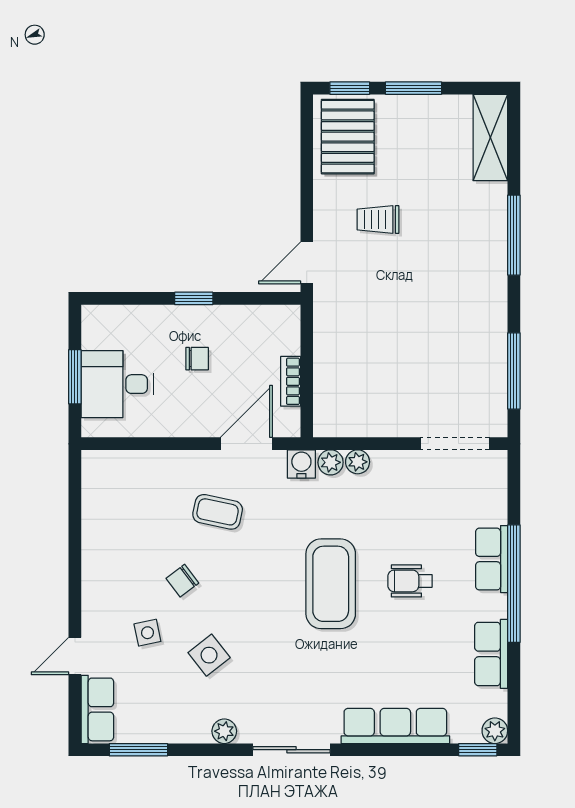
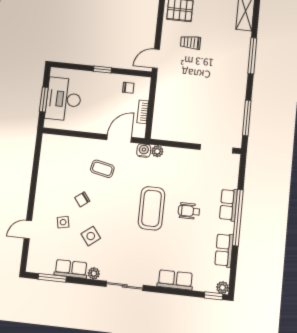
chair: (197, 359) -> (128, 88), moved
desk: (117, 384) -> (63, 99), width x1.37
plant: (358, 462) -> (170, 152), removed
row of seats: (97, 709) -> (71, 269), moved, turned -90
row of seats: (395, 726) -> (175, 280), width x0.68

